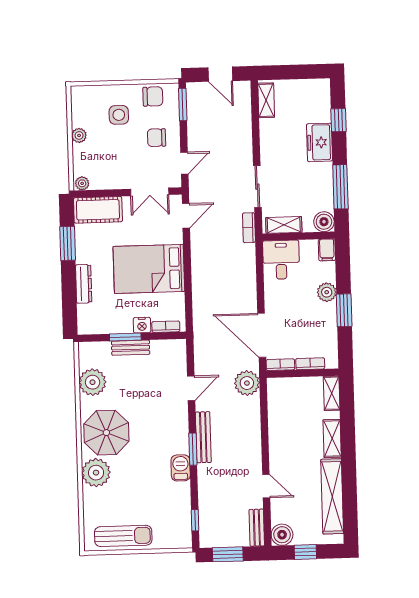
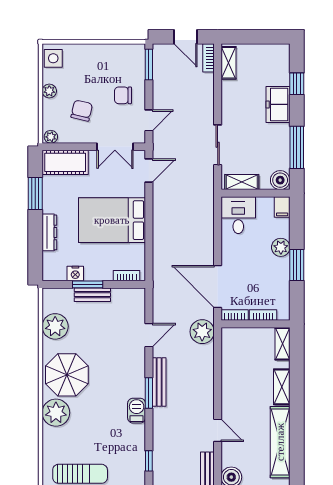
chair: (153, 96) -> (82, 111), moved, turned -77
side table: (119, 115) -> (53, 58), moved
bookcase: (249, 228) -> (209, 58), moved
nightstand: (142, 325) -> (75, 273), moved

